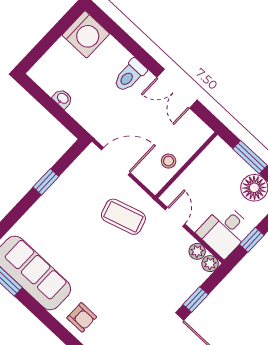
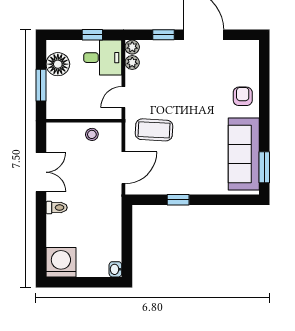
toilet: (130, 75) -> (57, 208), width x0.73, depth x0.72
washbasin: (63, 99) -> (115, 269), moved
door: (116, 161) -> (123, 168), swing flipped
coffee table: (123, 217) -> (154, 130), turned -70

